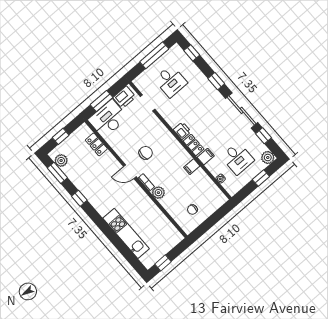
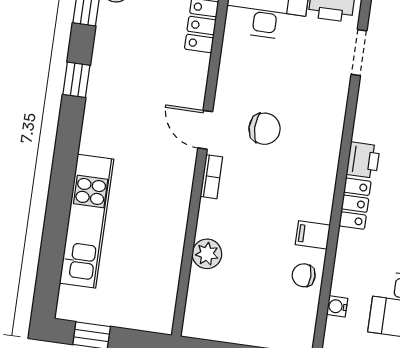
filing cabinet: (206, 157) -> (353, 244), removed
plant: (158, 193) -> (207, 254), moved
chair: (192, 210) -> (304, 275), moved

